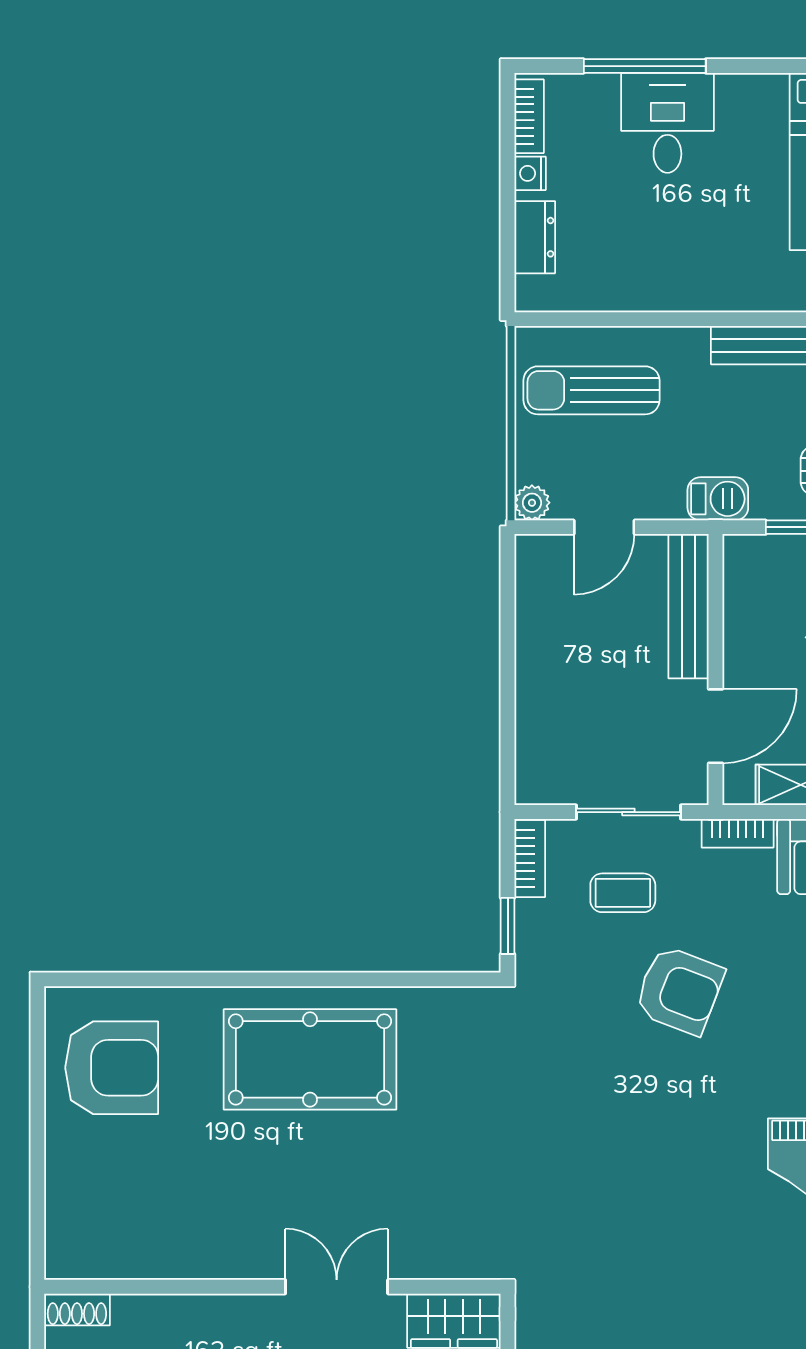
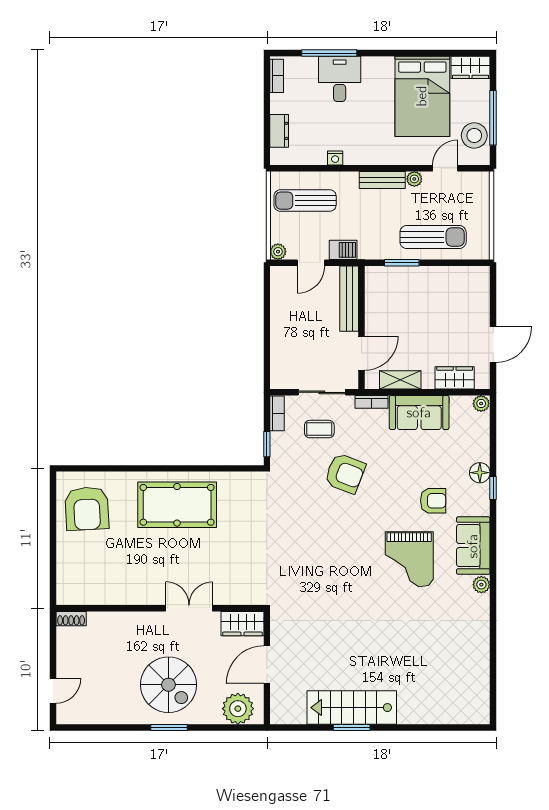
nightstand: (530, 173) -> (335, 158), moved, turned -90
barbecue: (718, 499) -> (343, 250), moved
armchair: (112, 1068) -> (87, 509), turned 87

